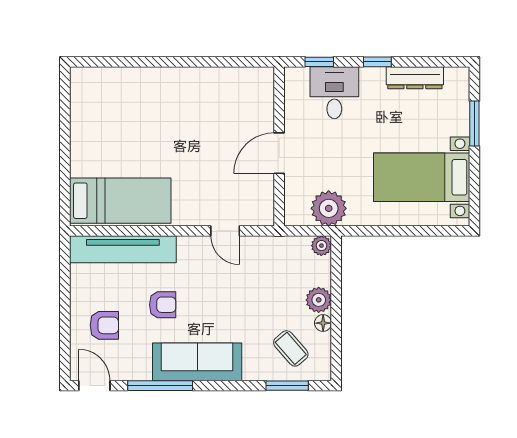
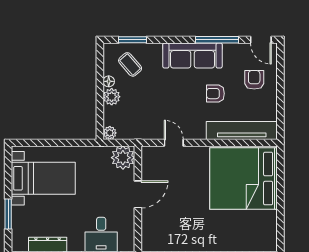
bed: (120, 201) -> (244, 179), width x2.04
plant: (329, 208) -> (123, 158), moved
armchair: (104, 325) -> (254, 80), turned 90

